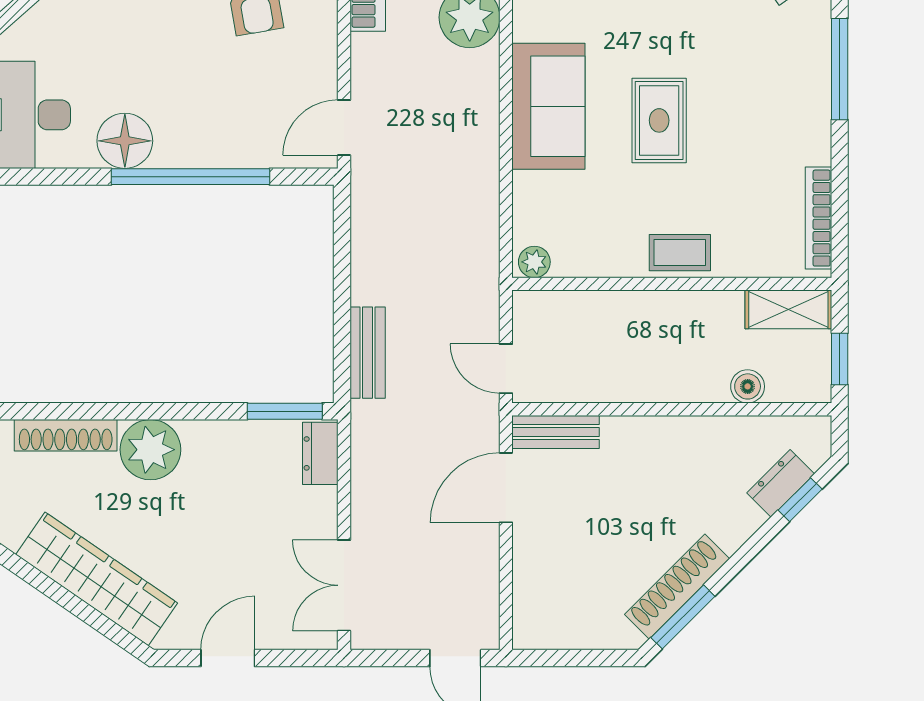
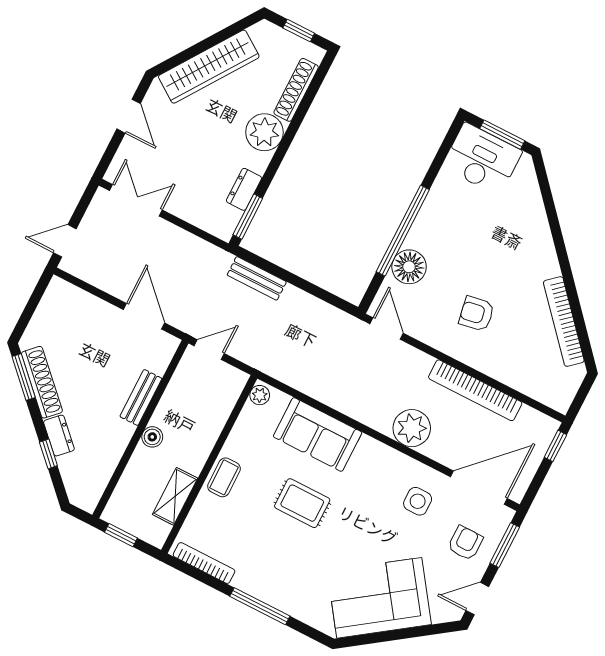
window: (840, 69) -> (260, 606), moved
sofa: (548, 106) -> (318, 434), moved
floor lamp: (125, 141) -> (409, 267), moved
shelving: (788, 309) -> (175, 496), moved
boiler: (748, 386) -> (152, 437), moved
bench: (556, 432) -> (141, 397), moved
dresser: (320, 453) -> (244, 189), moved, turned -90
dresser: (781, 483) -> (59, 436), moved
window: (800, 500) -> (48, 454), moved

